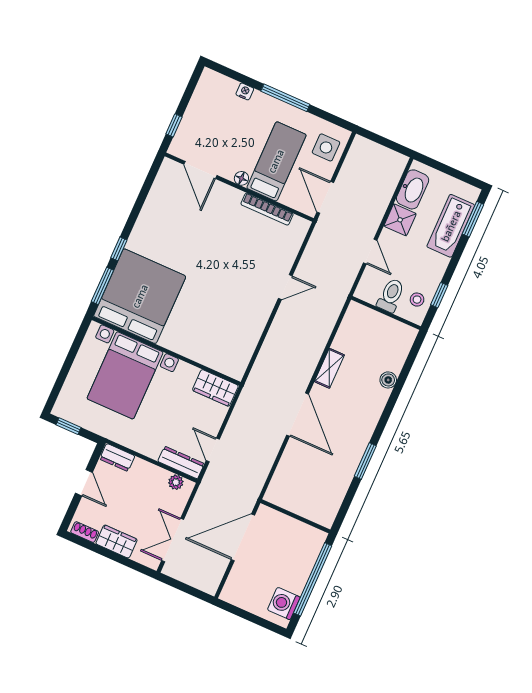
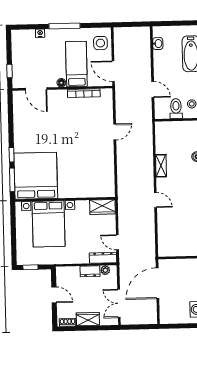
washbasin: (413, 189) -> (158, 44), width x0.52, depth x0.69
shower: (400, 220) -> (161, 64), removed
door: (298, 415) -> (155, 200), width x0.53
dresser: (117, 457) -> (90, 271), moved

